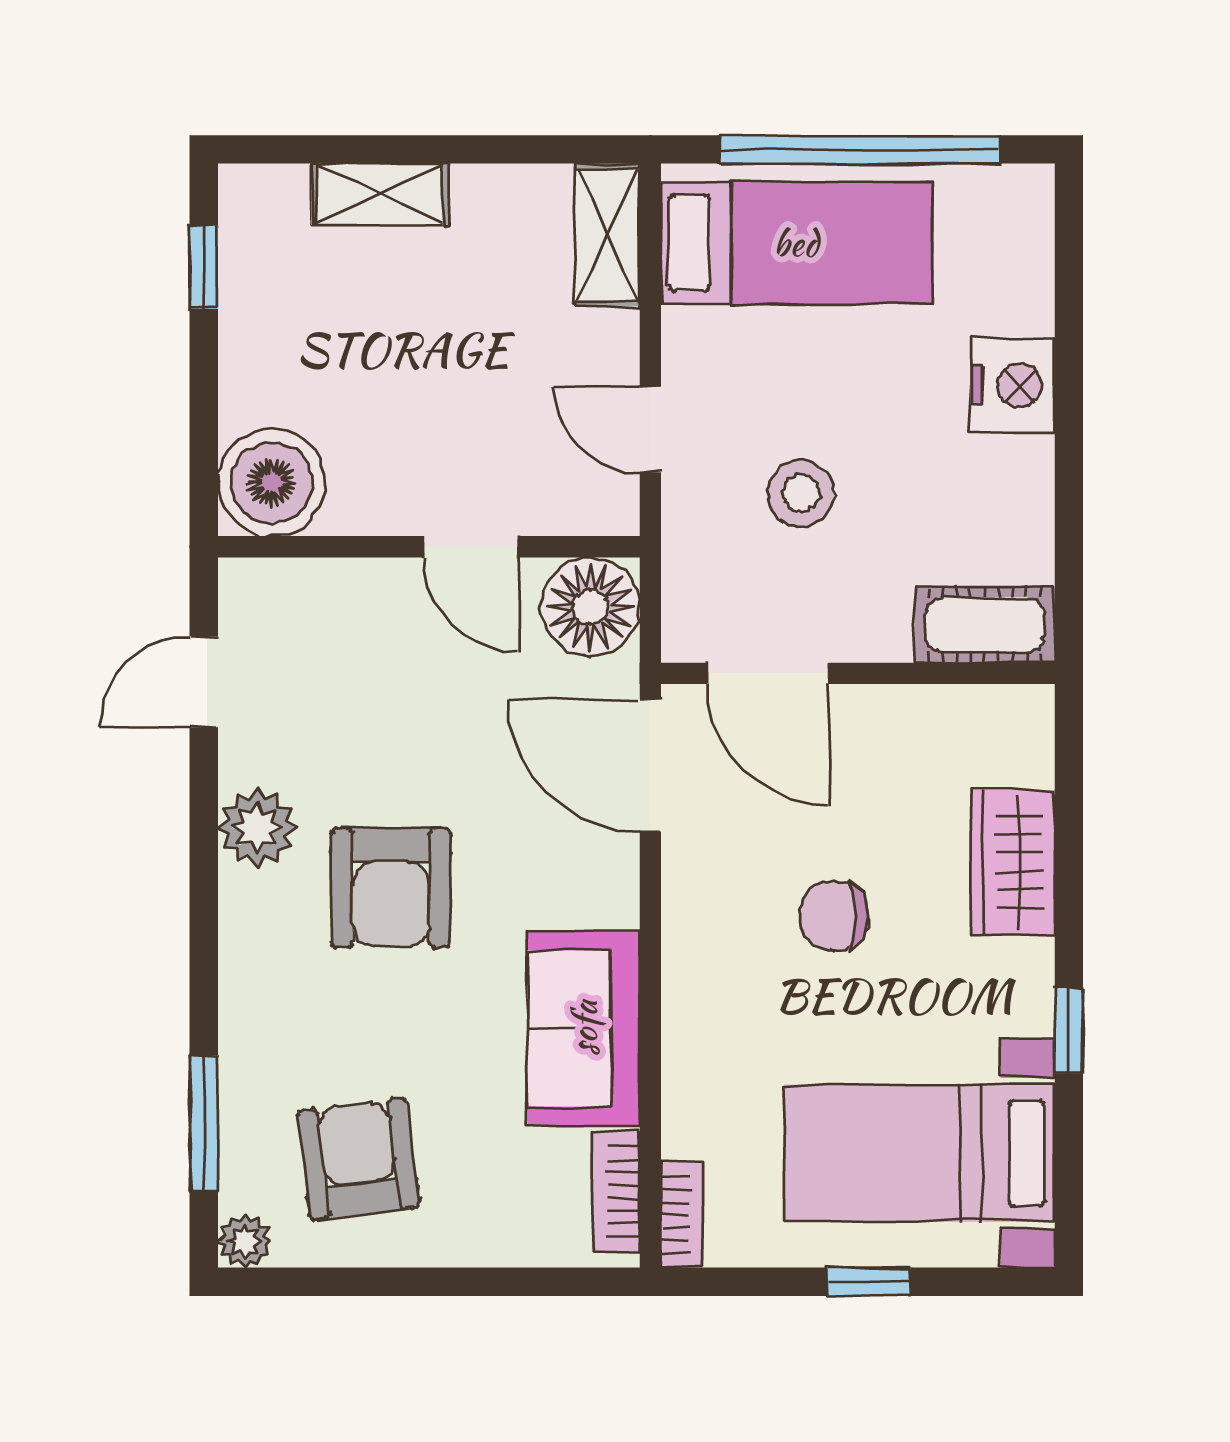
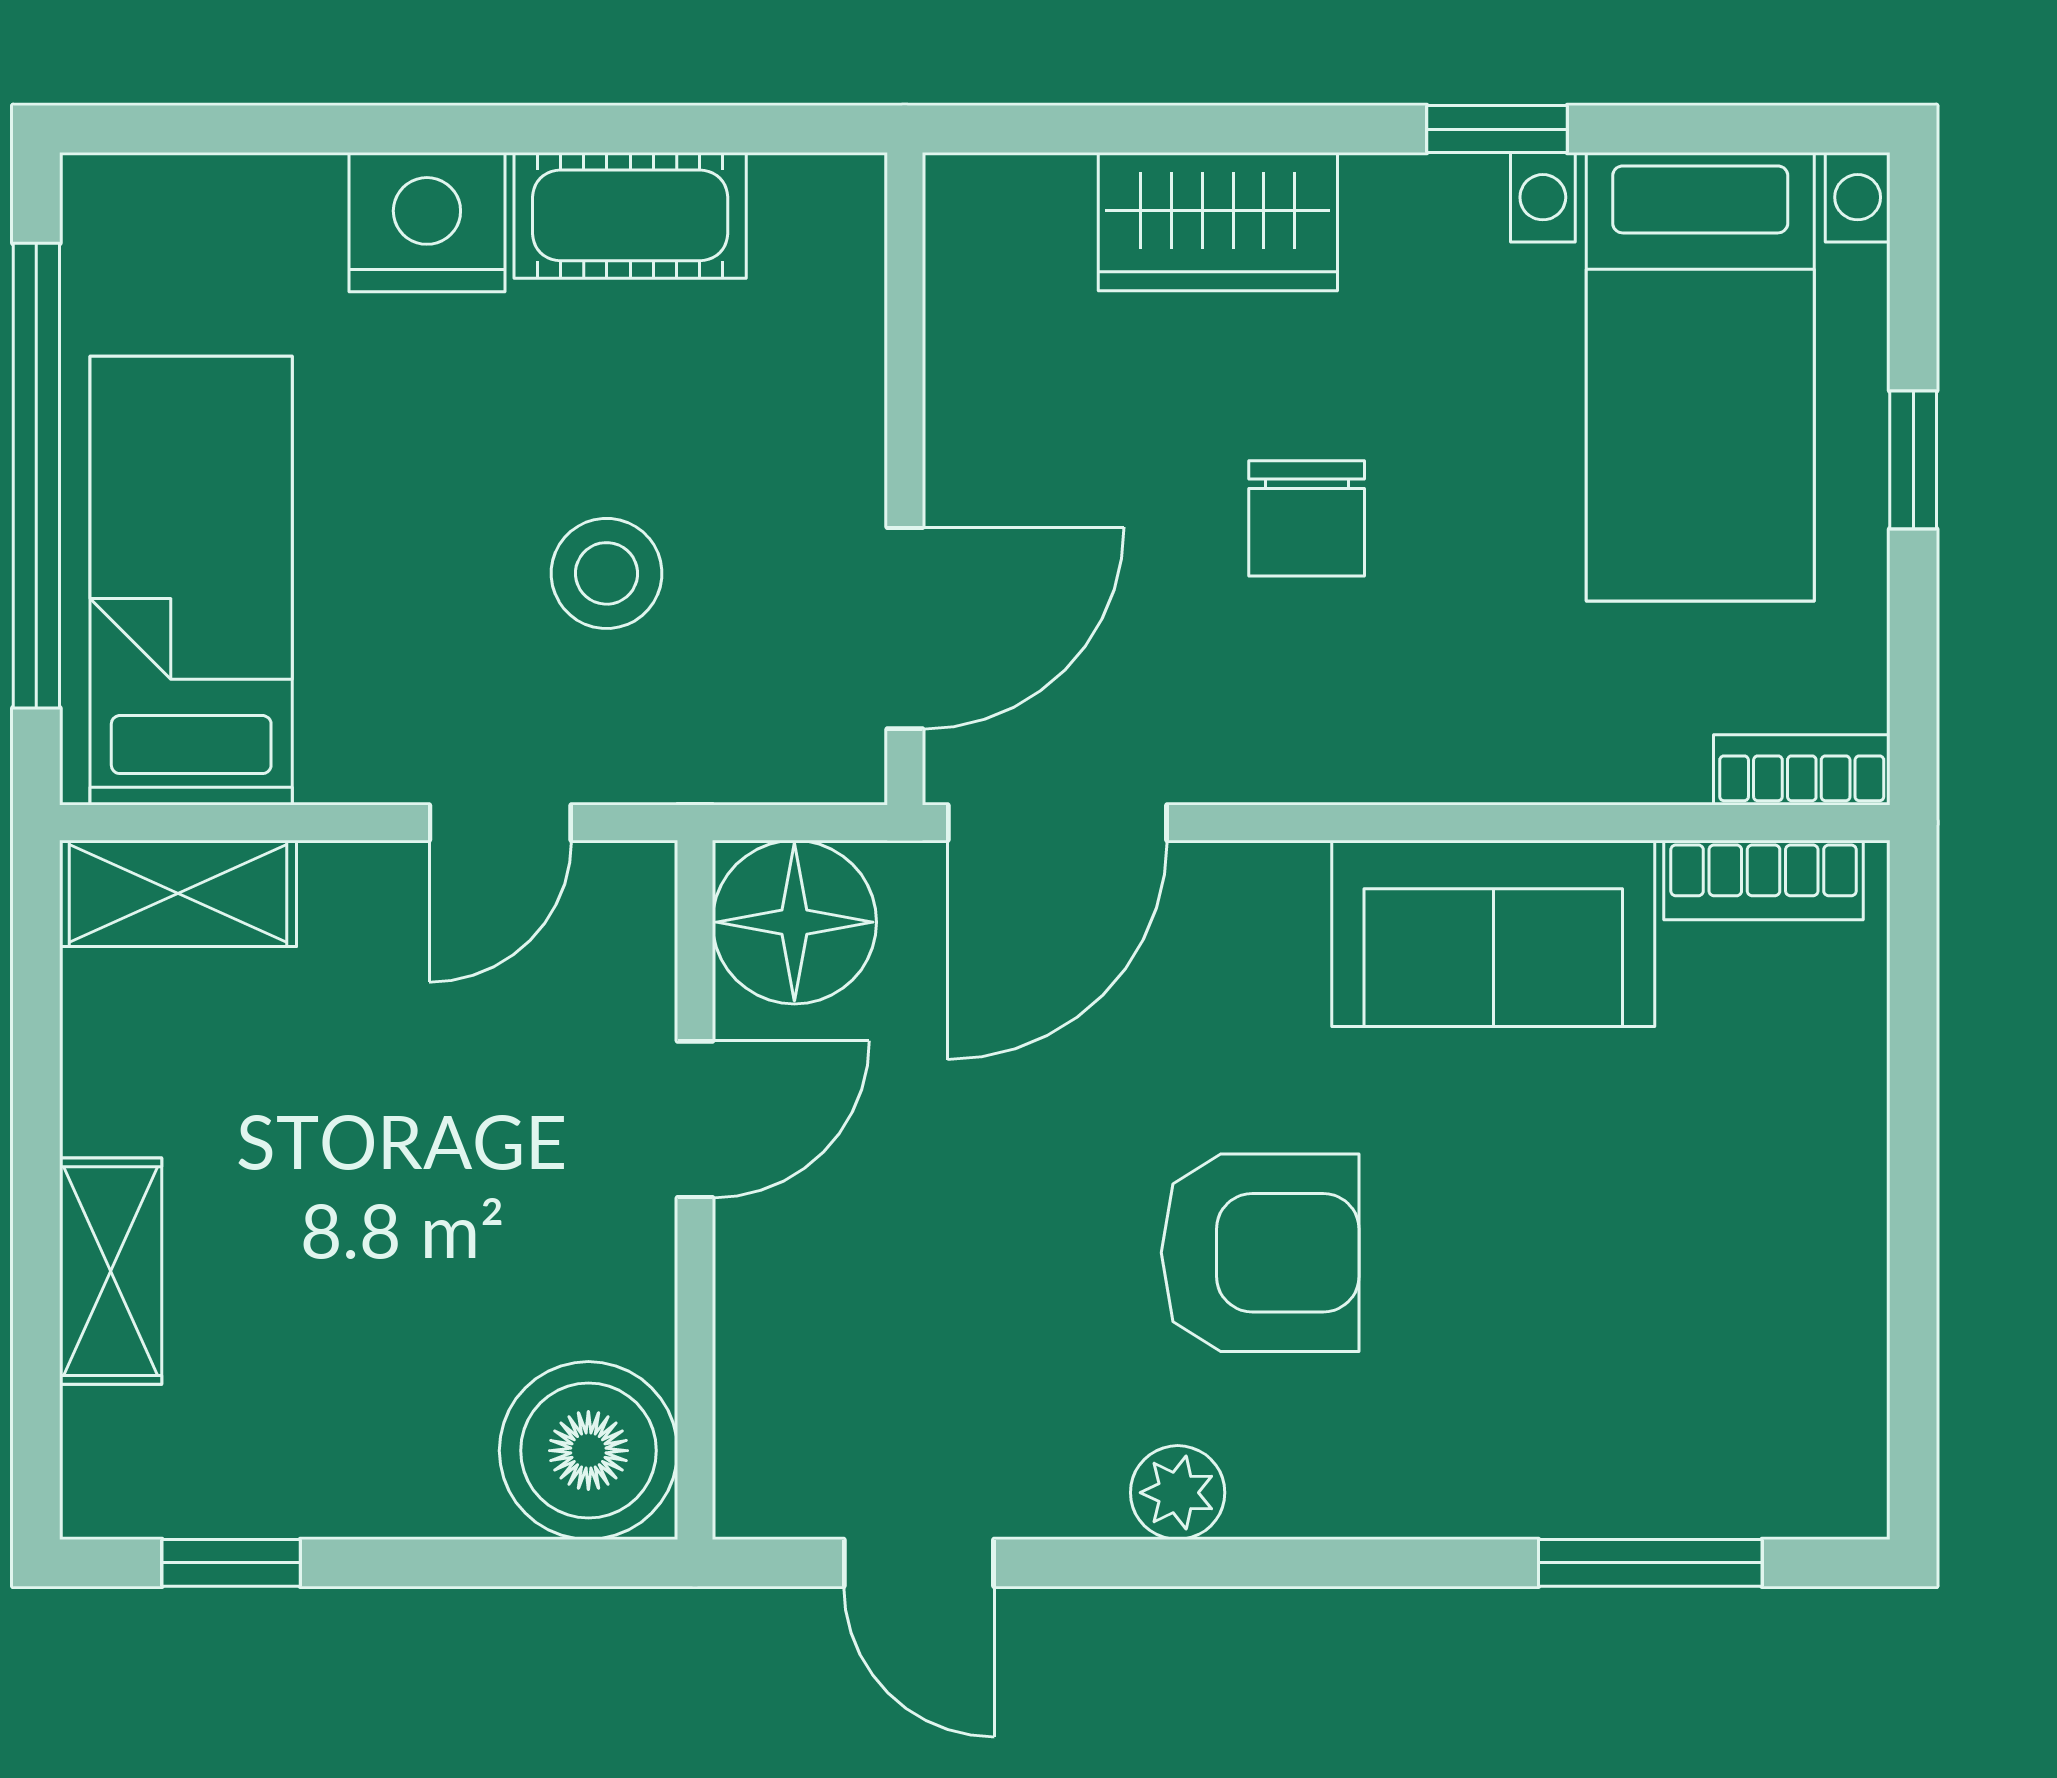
cot: (985, 625) -> (630, 215), moved, turned 90
plant: (257, 827) -> (1178, 1493), width x0.73, depth x0.73
armchair: (358, 1159) -> (1710, 1307), removed
plant: (245, 1241) -> (1846, 1495), removed

